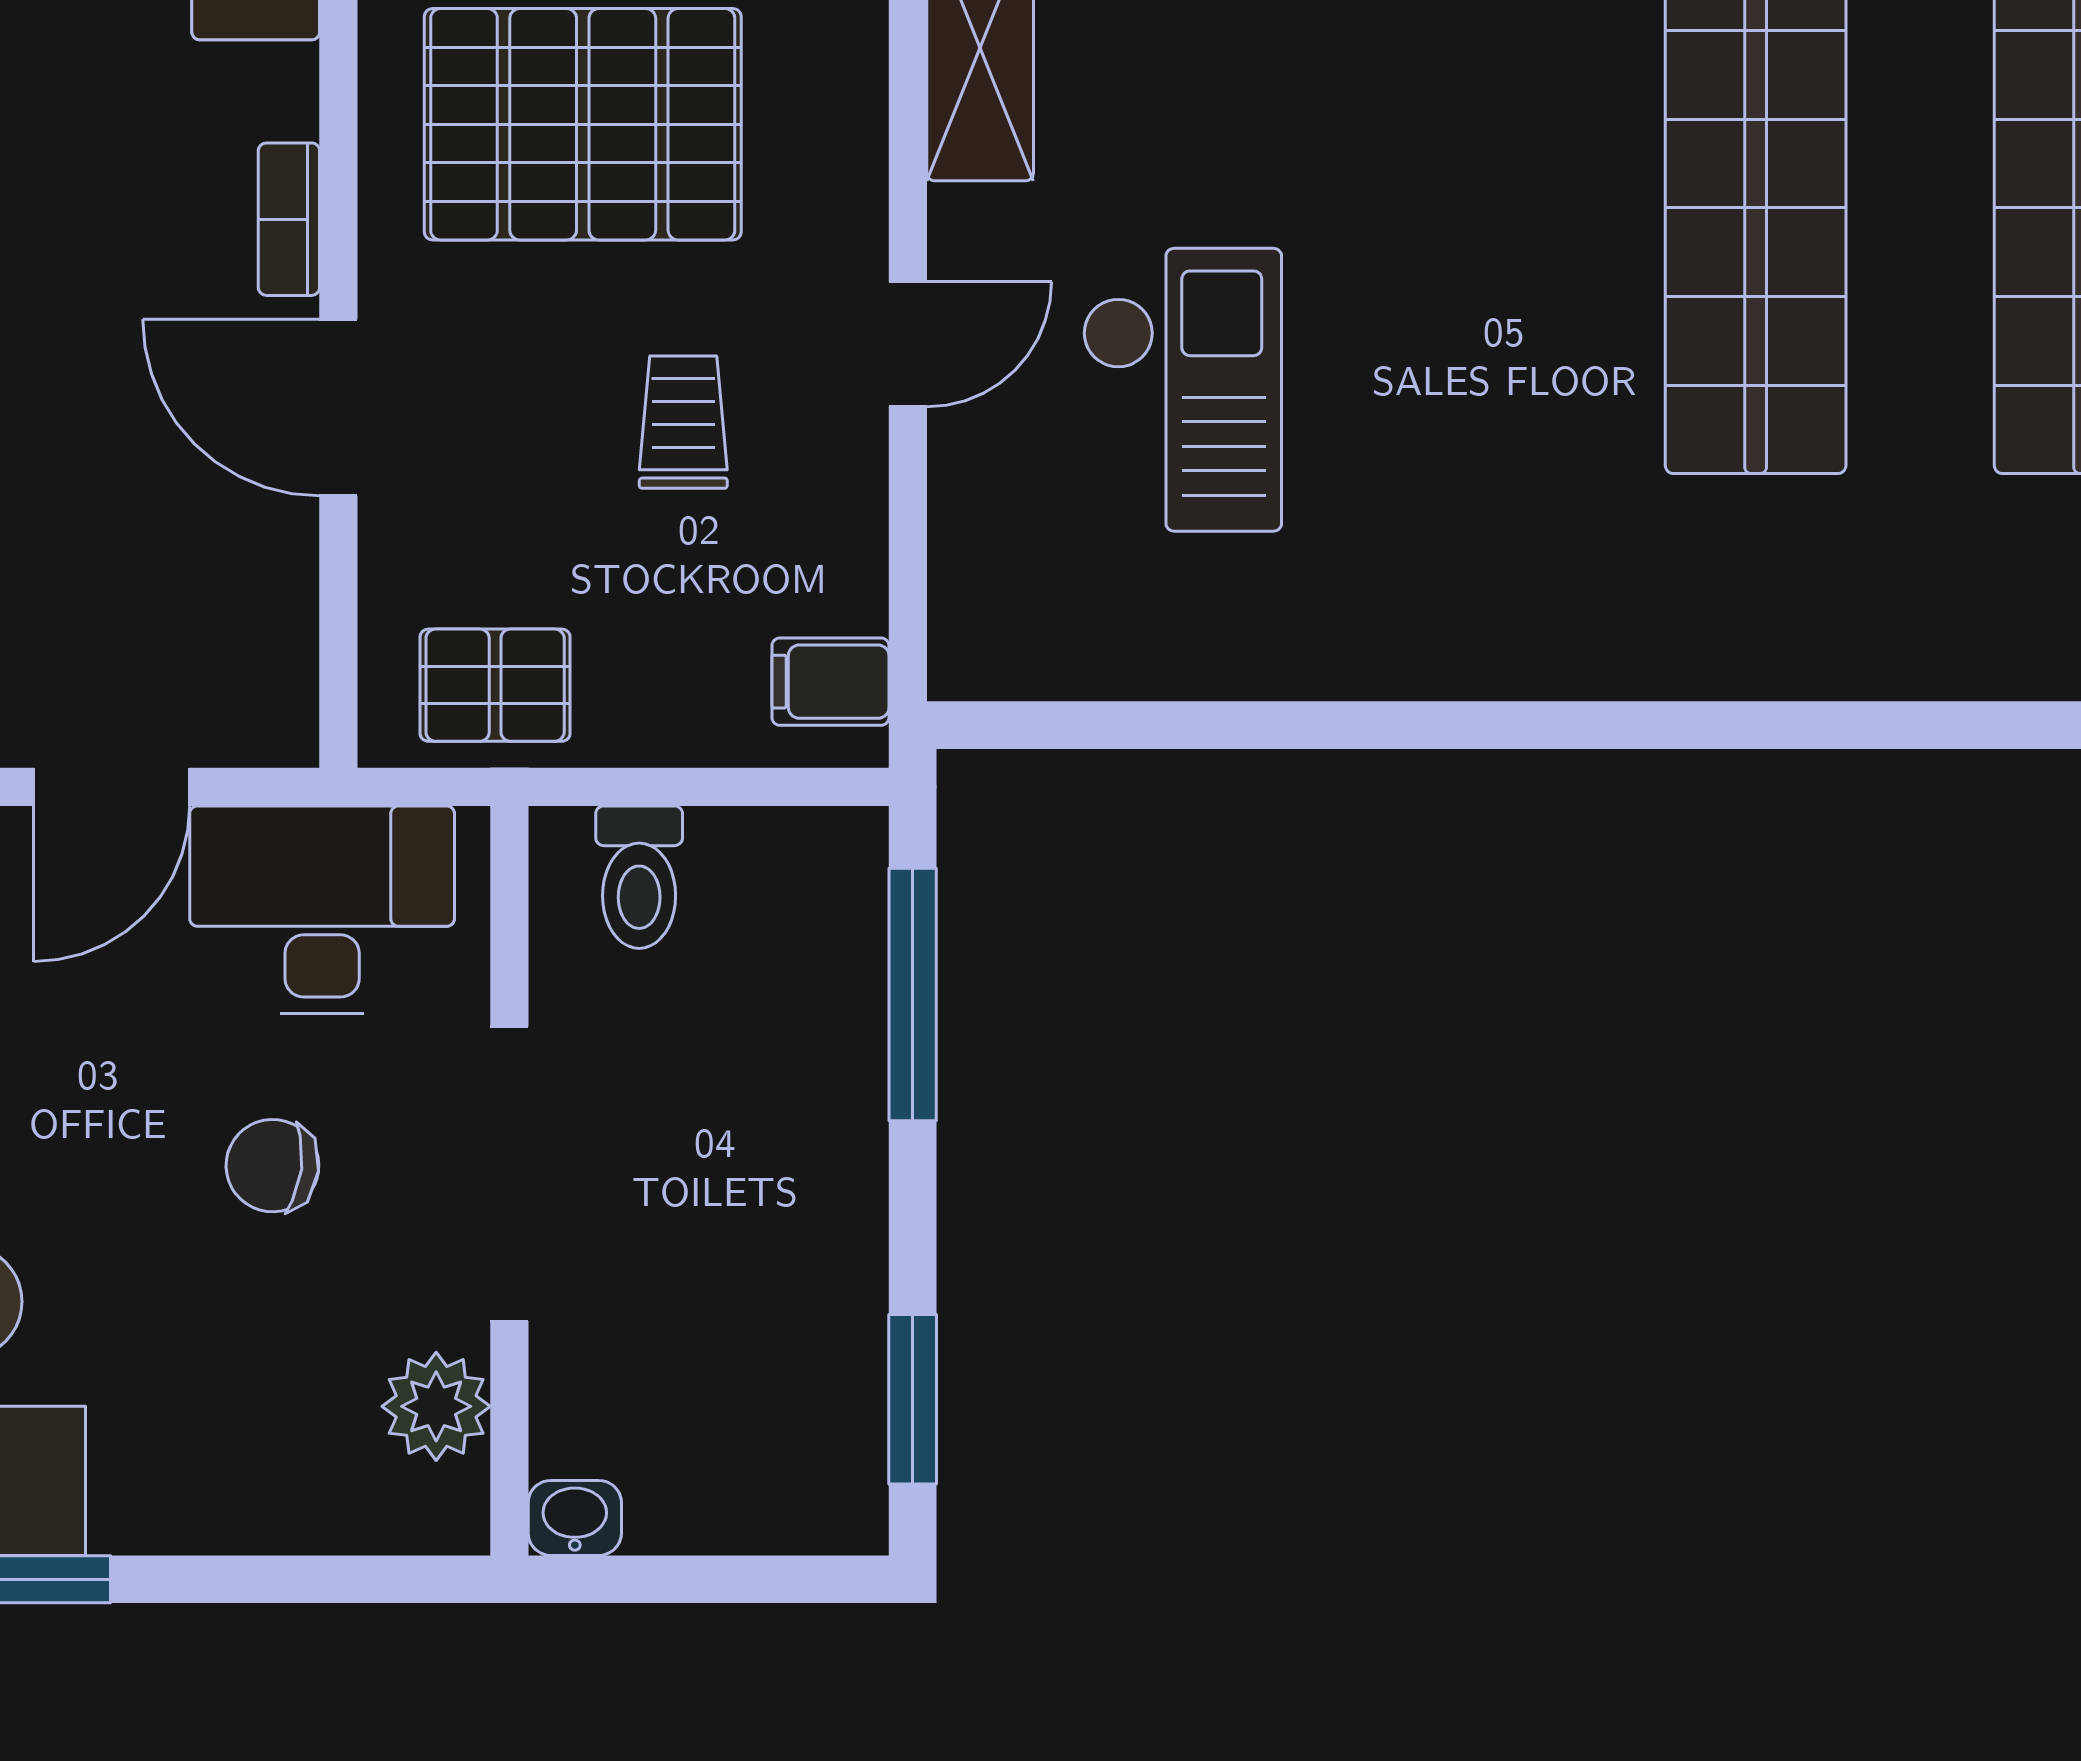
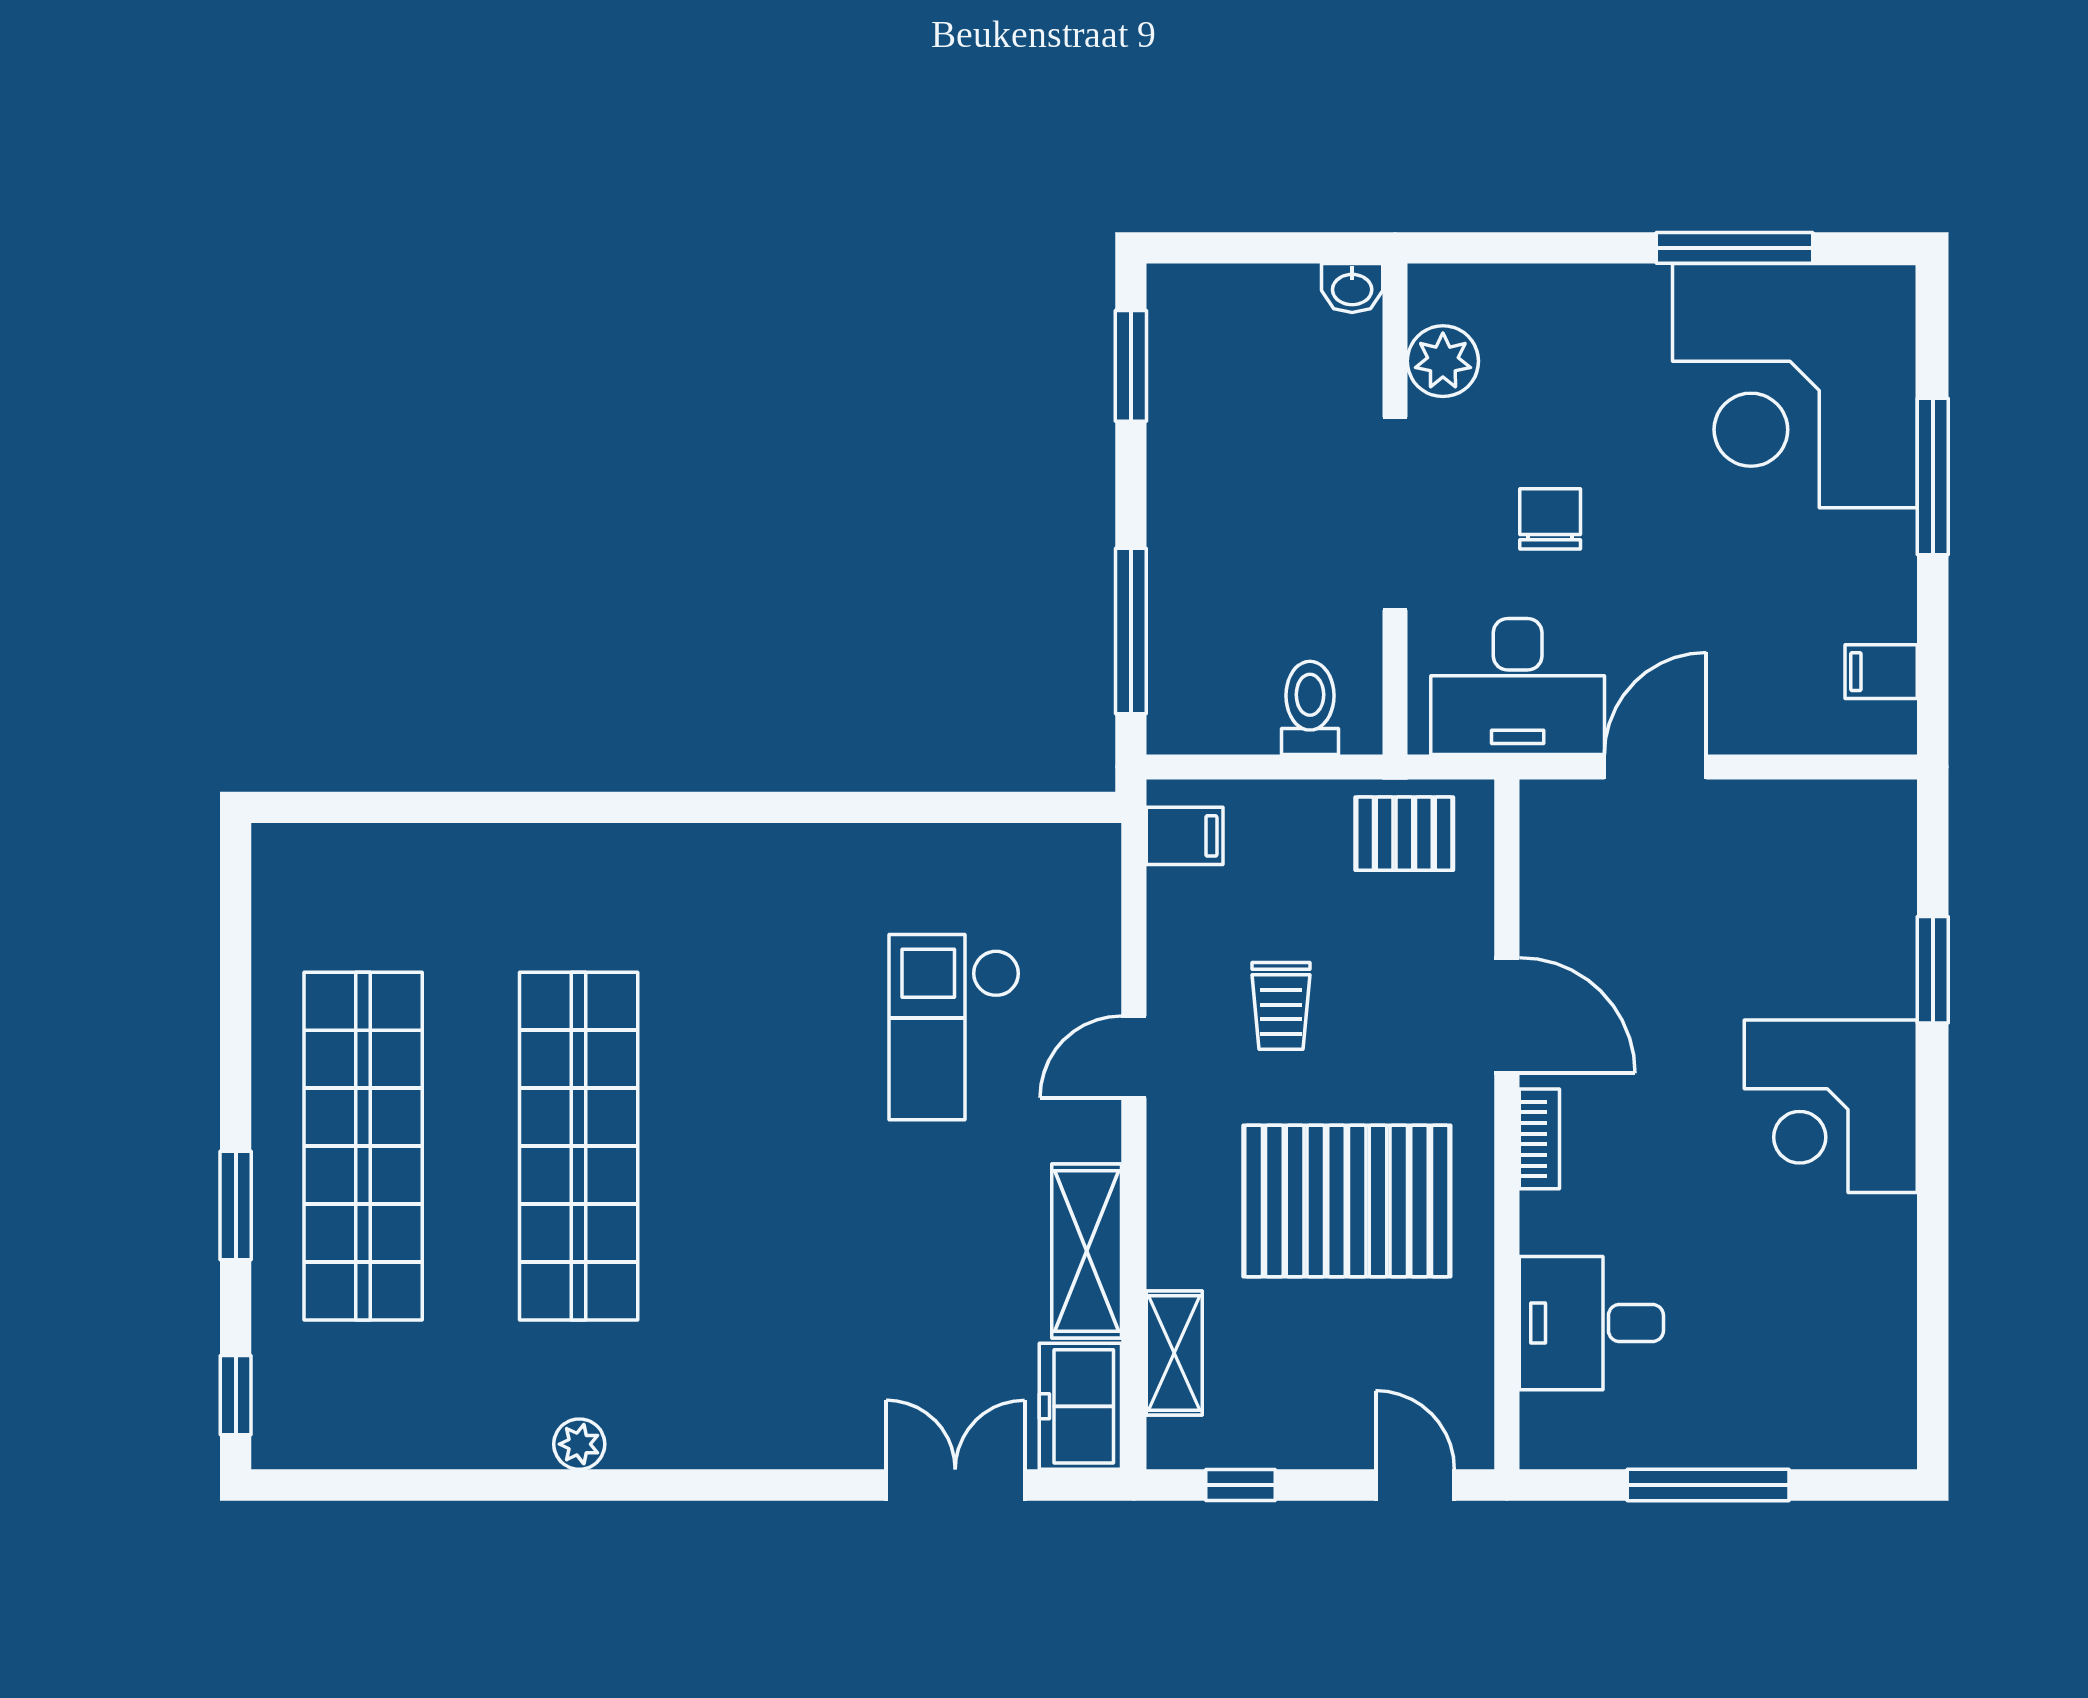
chair: (272, 1166) -> (1550, 519), turned -97

